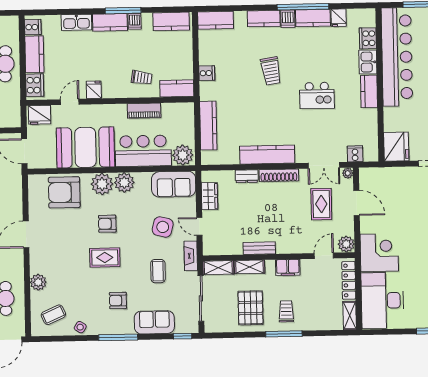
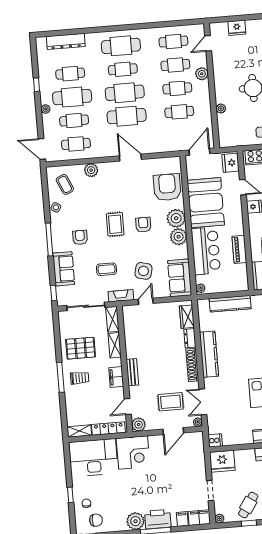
cooker: (355, 154) -> (215, 440), moved
plant: (183, 155) -> (201, 288), width x0.53, depth x0.53
wardrobe: (209, 196) -> (187, 317), moved, turned 90
bench: (259, 248) -> (132, 372), moved
door: (324, 256) -> (128, 406), swing flipped

